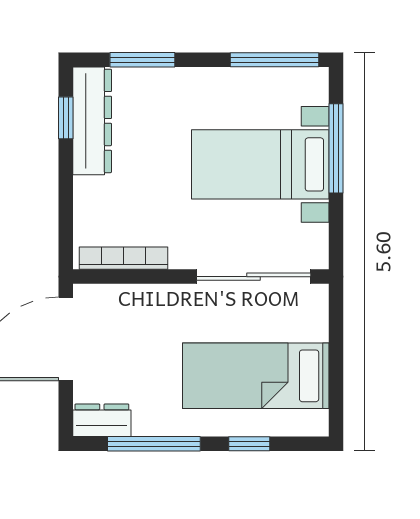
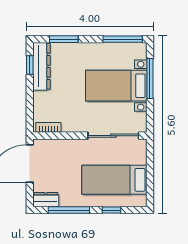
bookcase: (124, 258) -> (48, 127), width x0.64

